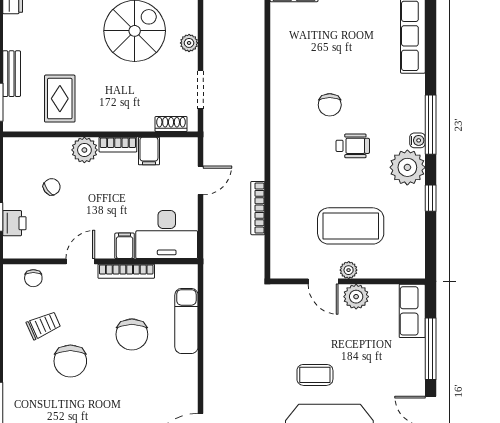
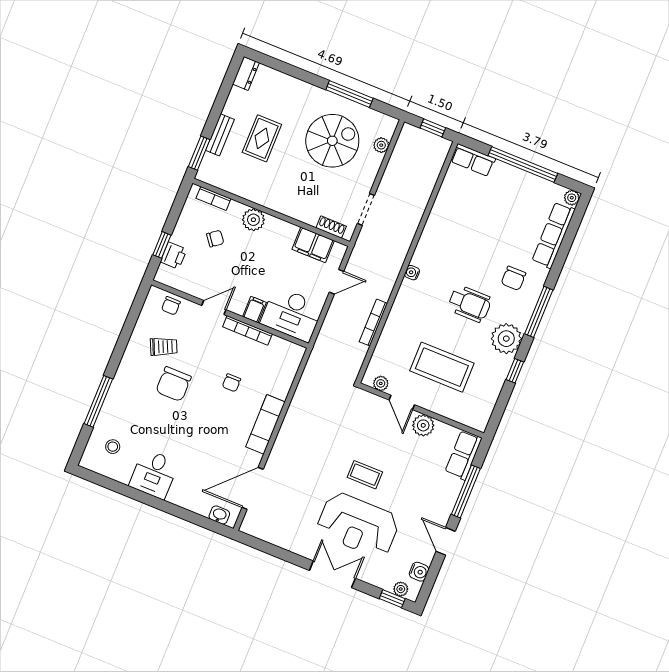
plant: (189, 43) -> (381, 145), moved
rug: (60, 99) -> (262, 138), moved
chair: (330, 105) -> (513, 278), moved
water cooler: (417, 140) -> (412, 273), moved, turned 180
bookcase: (118, 145) -> (213, 198), moved
wheelchair: (353, 146) -> (470, 304), width x1.36, depth x1.37
filing cabinet: (149, 151) -> (313, 245), width x2.00
plant: (349, 270) -> (381, 383), moved
exam couch: (186, 321) -> (265, 424), moved
chair: (132, 334) -> (231, 383), width x0.54, depth x0.54

